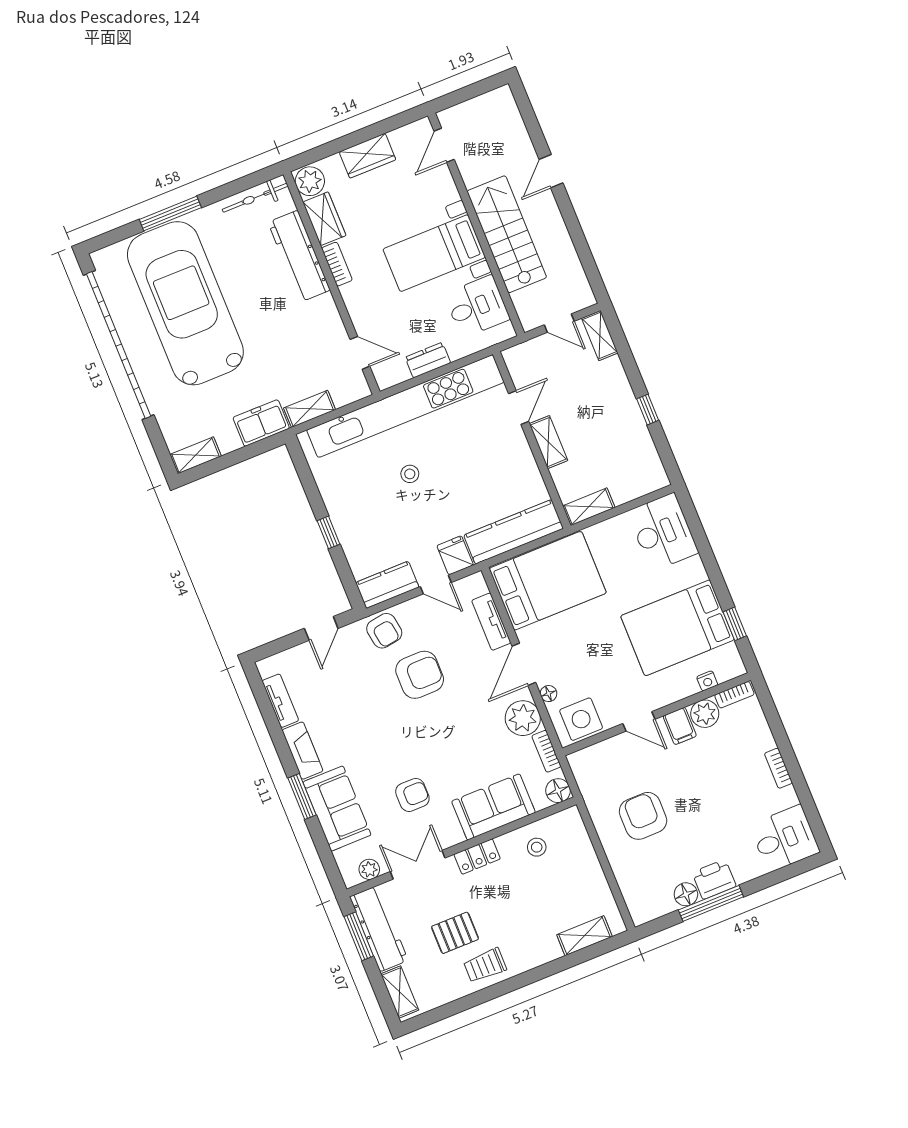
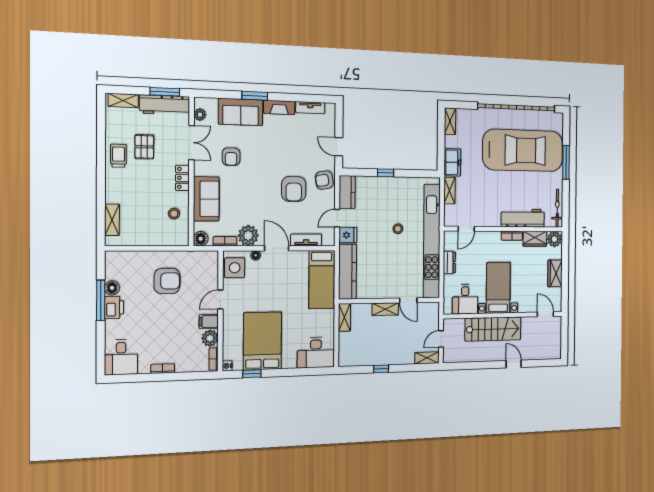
bed: (548, 581) -> (322, 280), width x0.67
nightstand: (707, 681) -> (227, 366), moved

